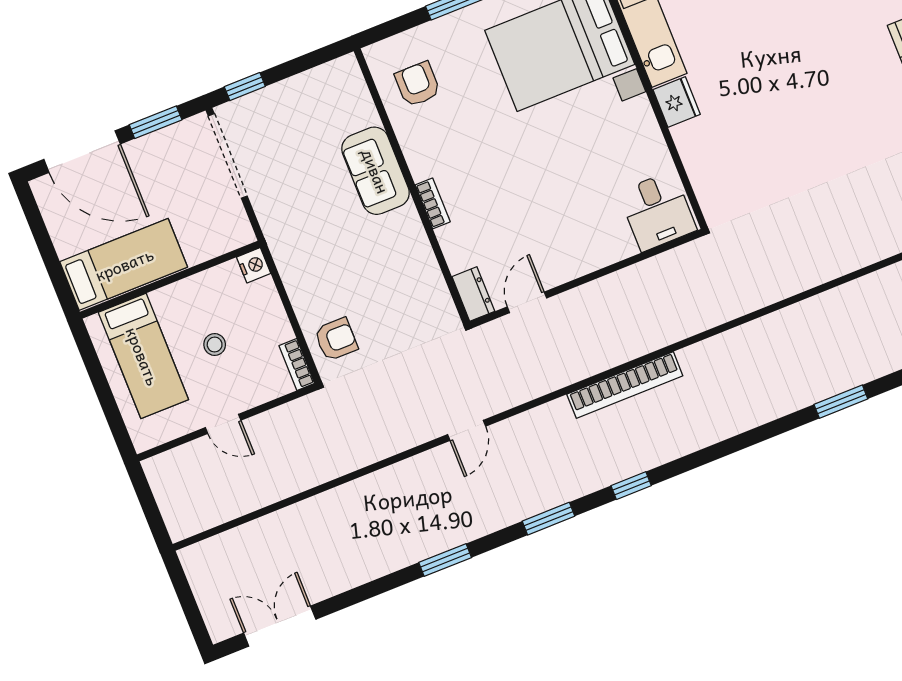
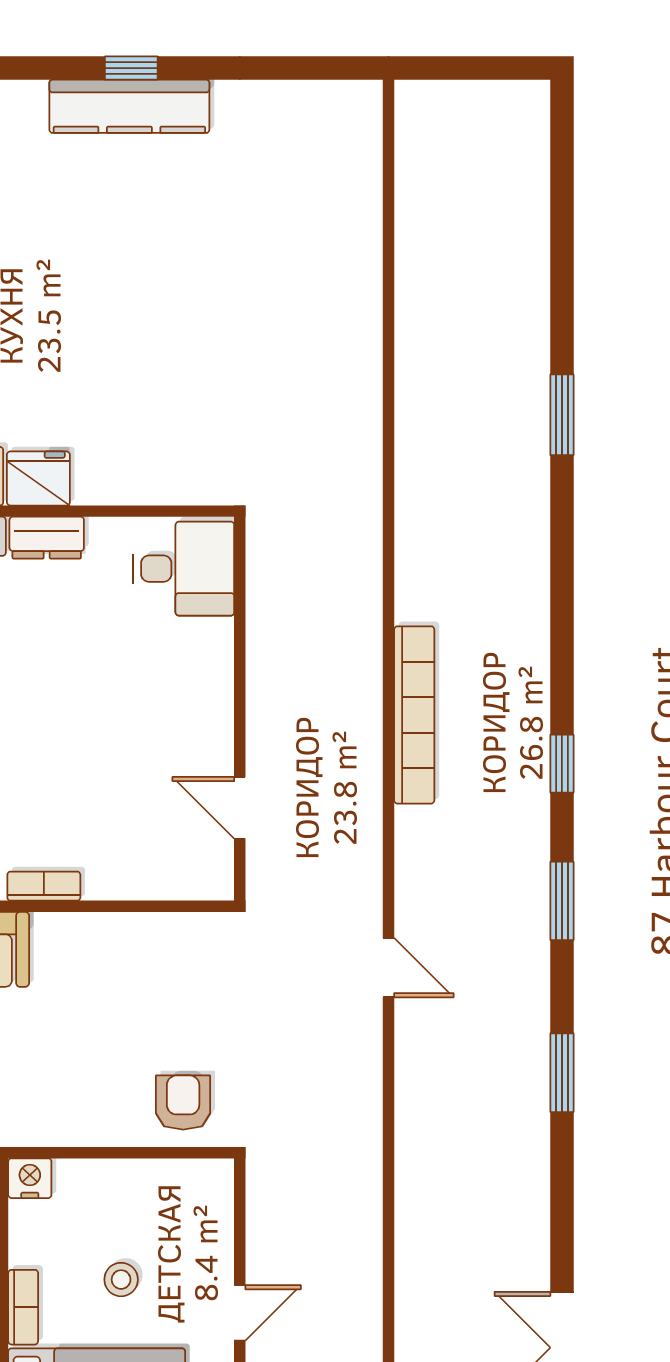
dresser: (473, 294) -> (47, 538), moved, turned 180
bookcase: (297, 365) -> (23, 1307), moved, turned -90

